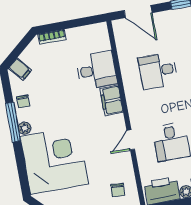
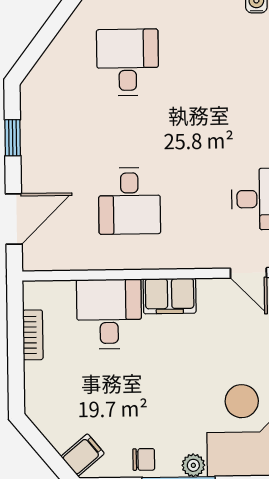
bookcase: (52, 37) -> (33, 335), moved

